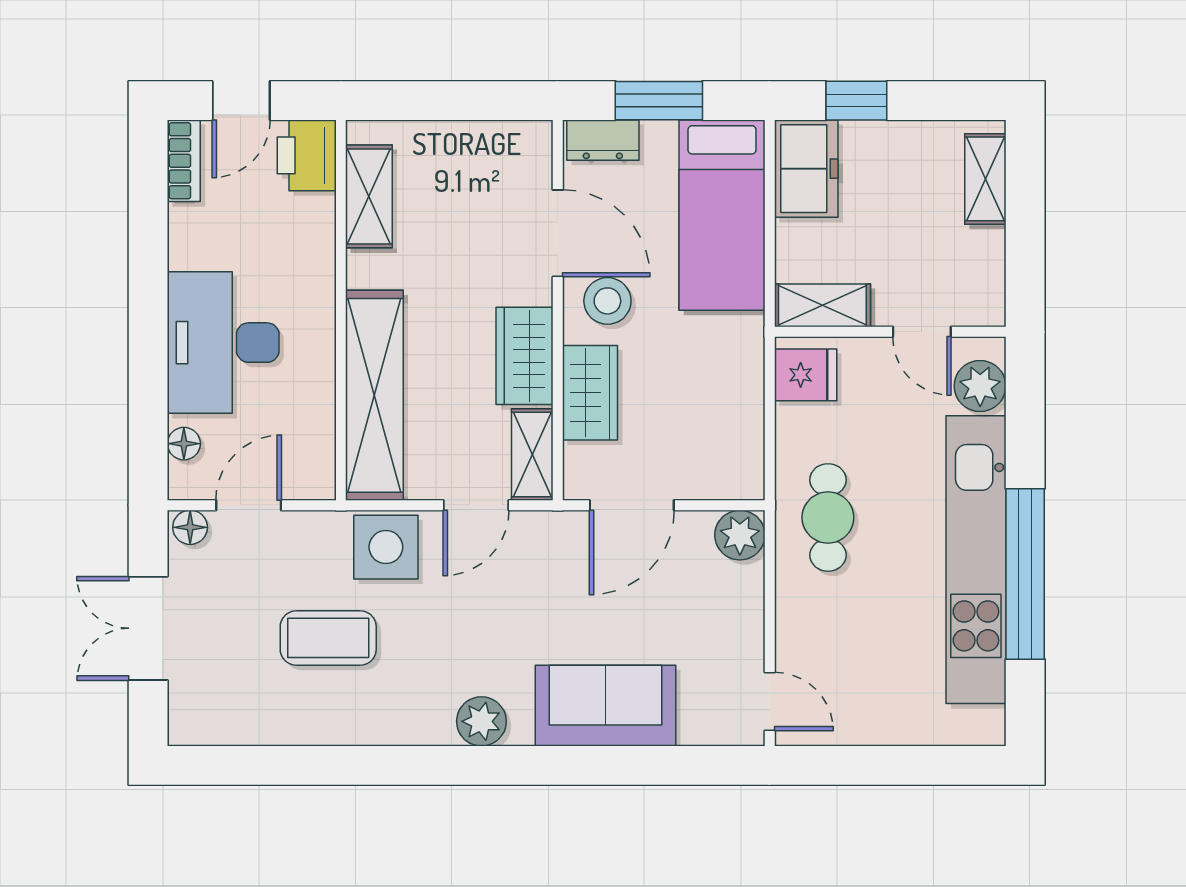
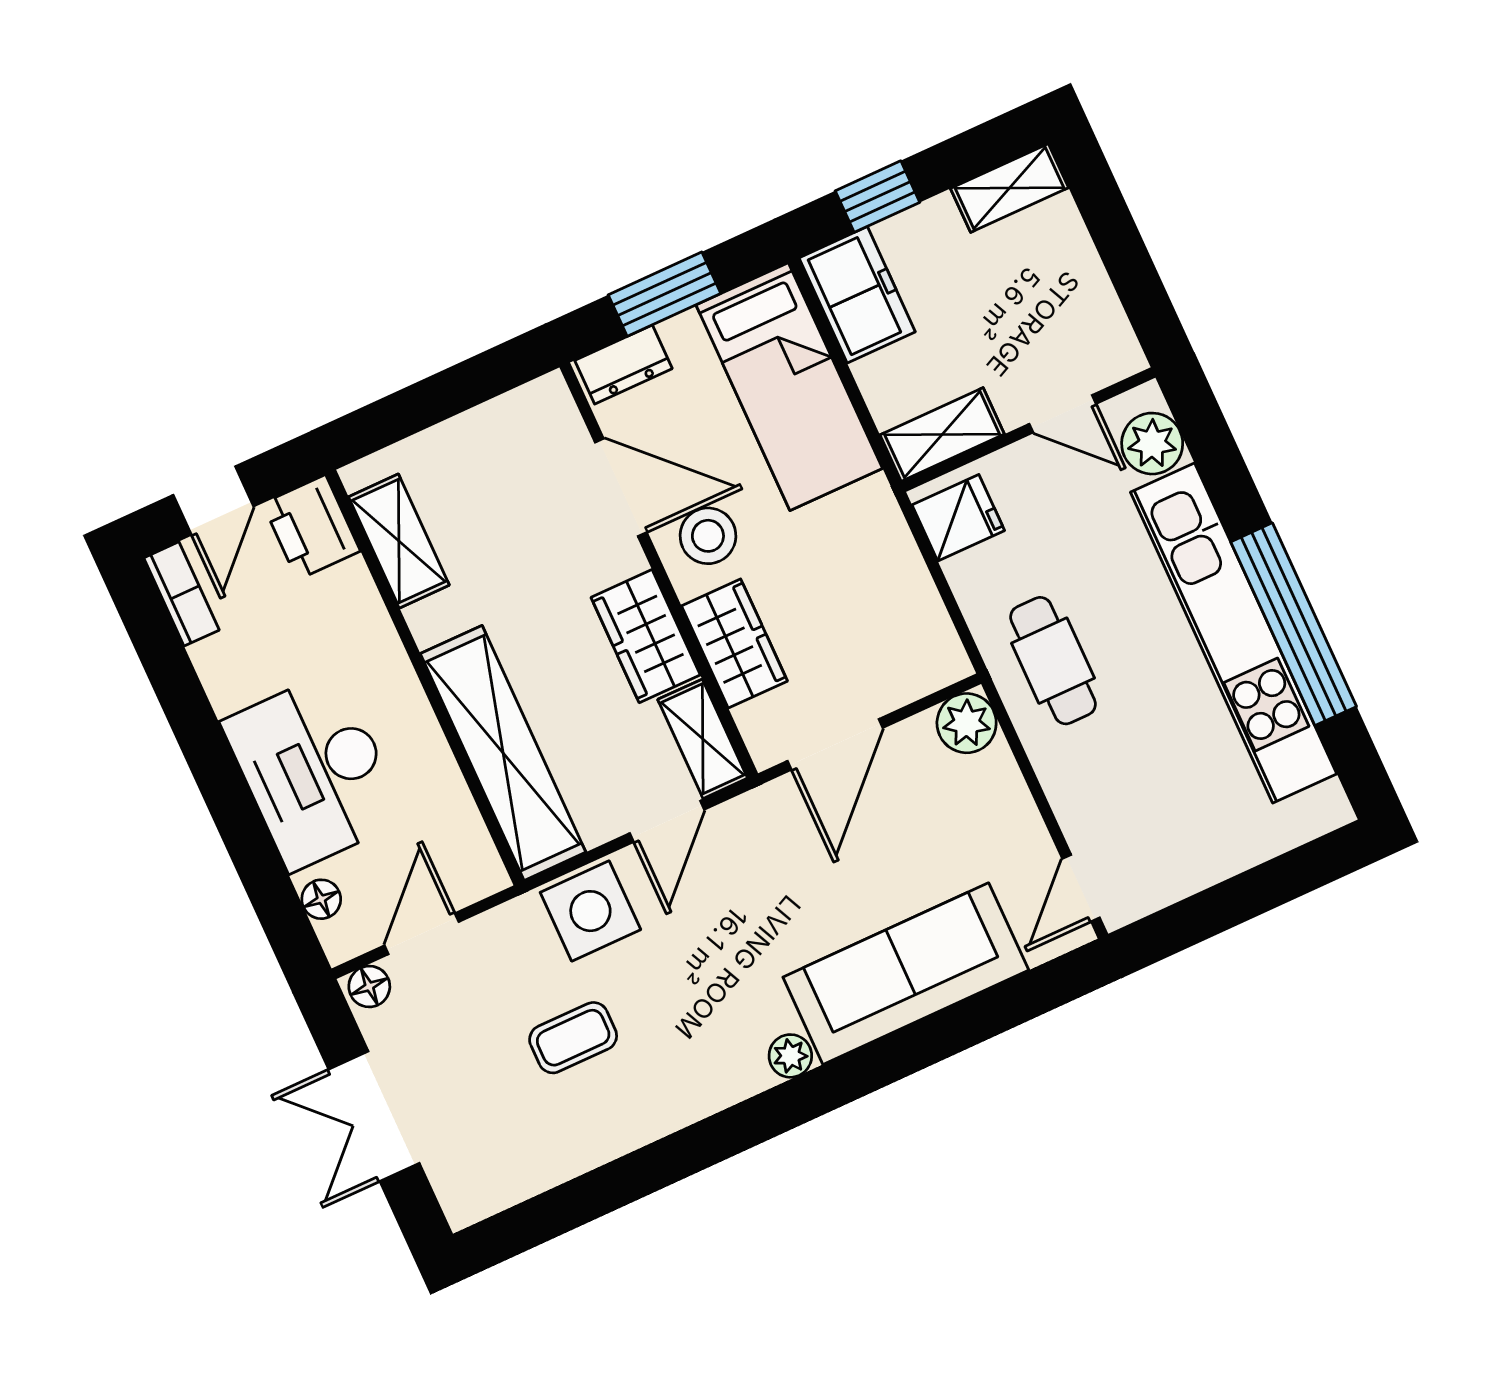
shelving: (985, 179) -> (1009, 188), moved, turned 90
coffee table: (328, 638) -> (573, 1038), width x0.73, depth x0.77
door: (770, 702) -> (1081, 888), swing flipped
sofa: (605, 706) -> (906, 974), width x1.36
plant: (481, 721) -> (790, 1056), width x0.73, depth x0.73

